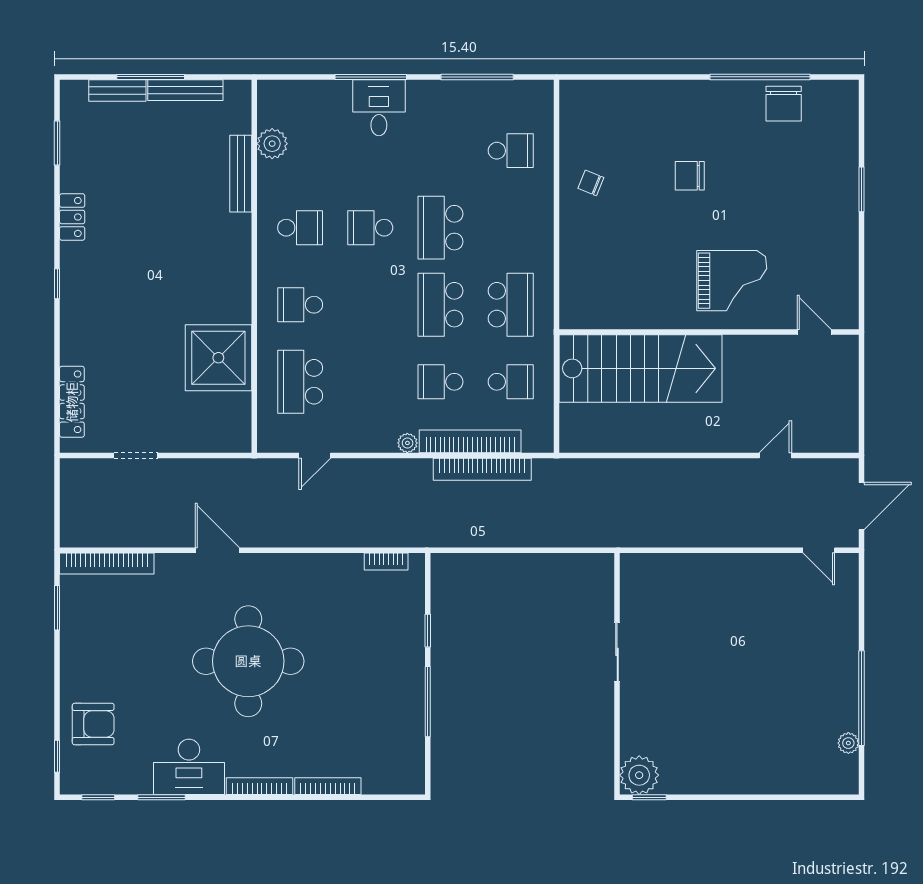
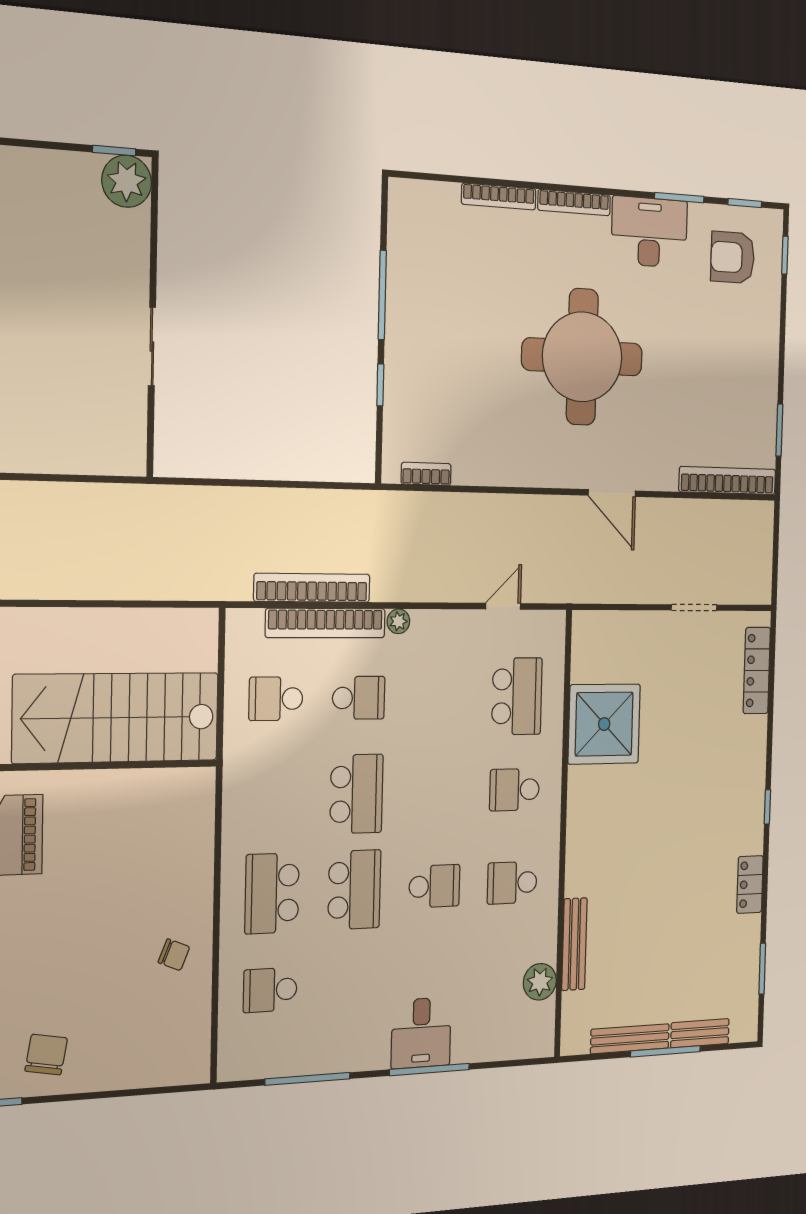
chair: (690, 176) -> (46, 1055), moved, turned -80
school desk: (300, 305) -> (514, 790), turned 180
school desk: (511, 305) -> (272, 893), moved
armchair: (93, 724) -> (733, 257), moved

